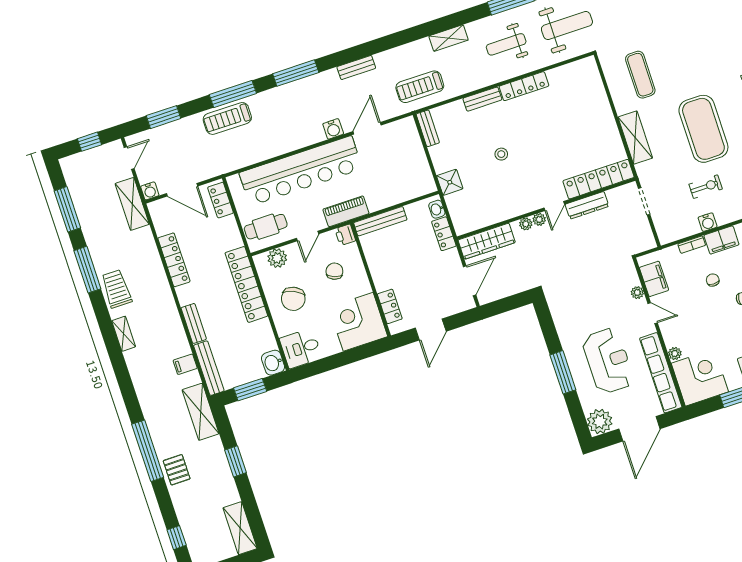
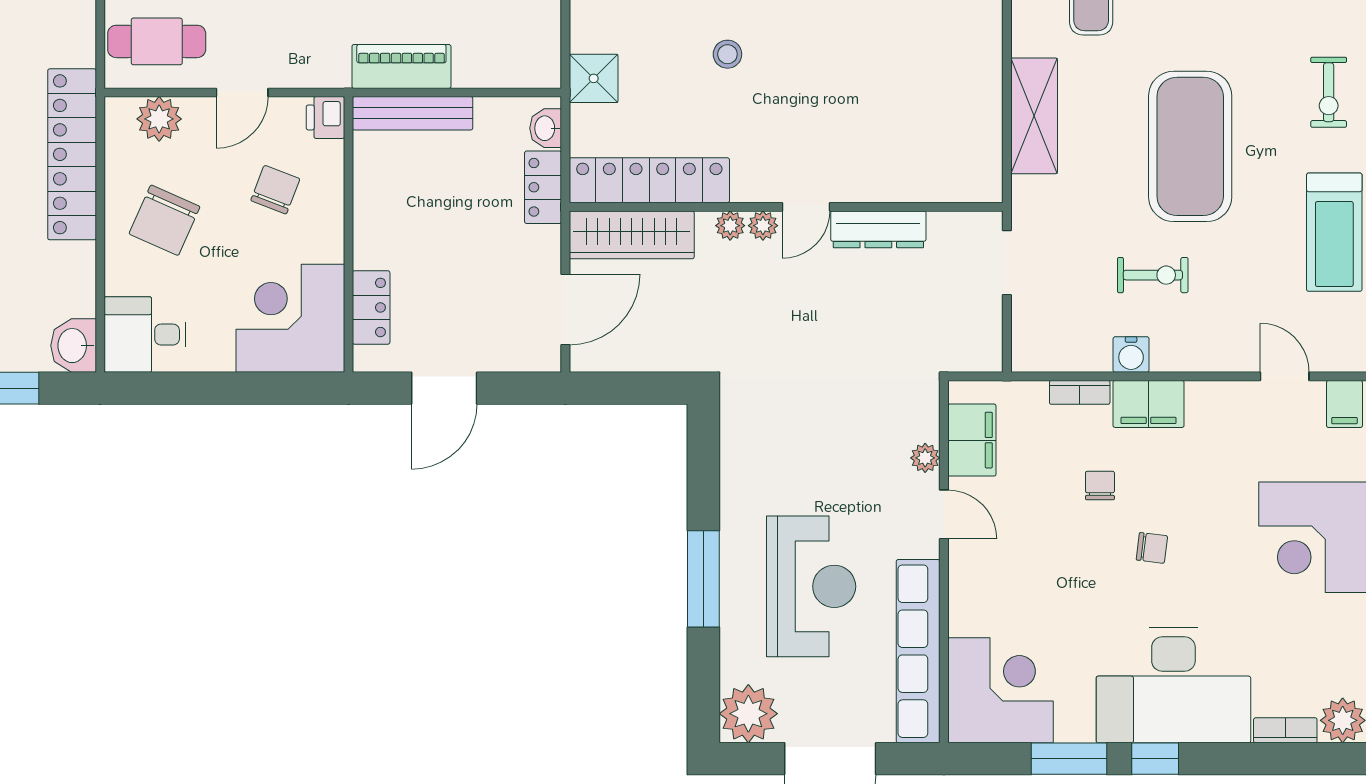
locker: (599, 179) -> (649, 180), moved
piano: (346, 211) -> (401, 66), moved
plant: (675, 353) -> (963, 619), removed

